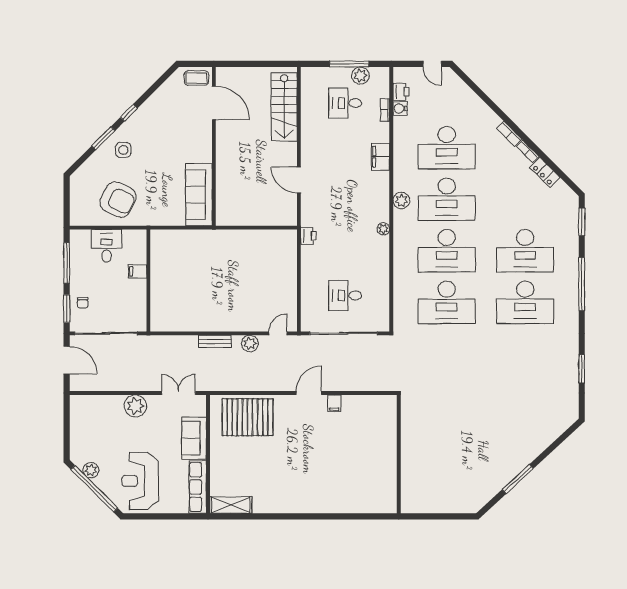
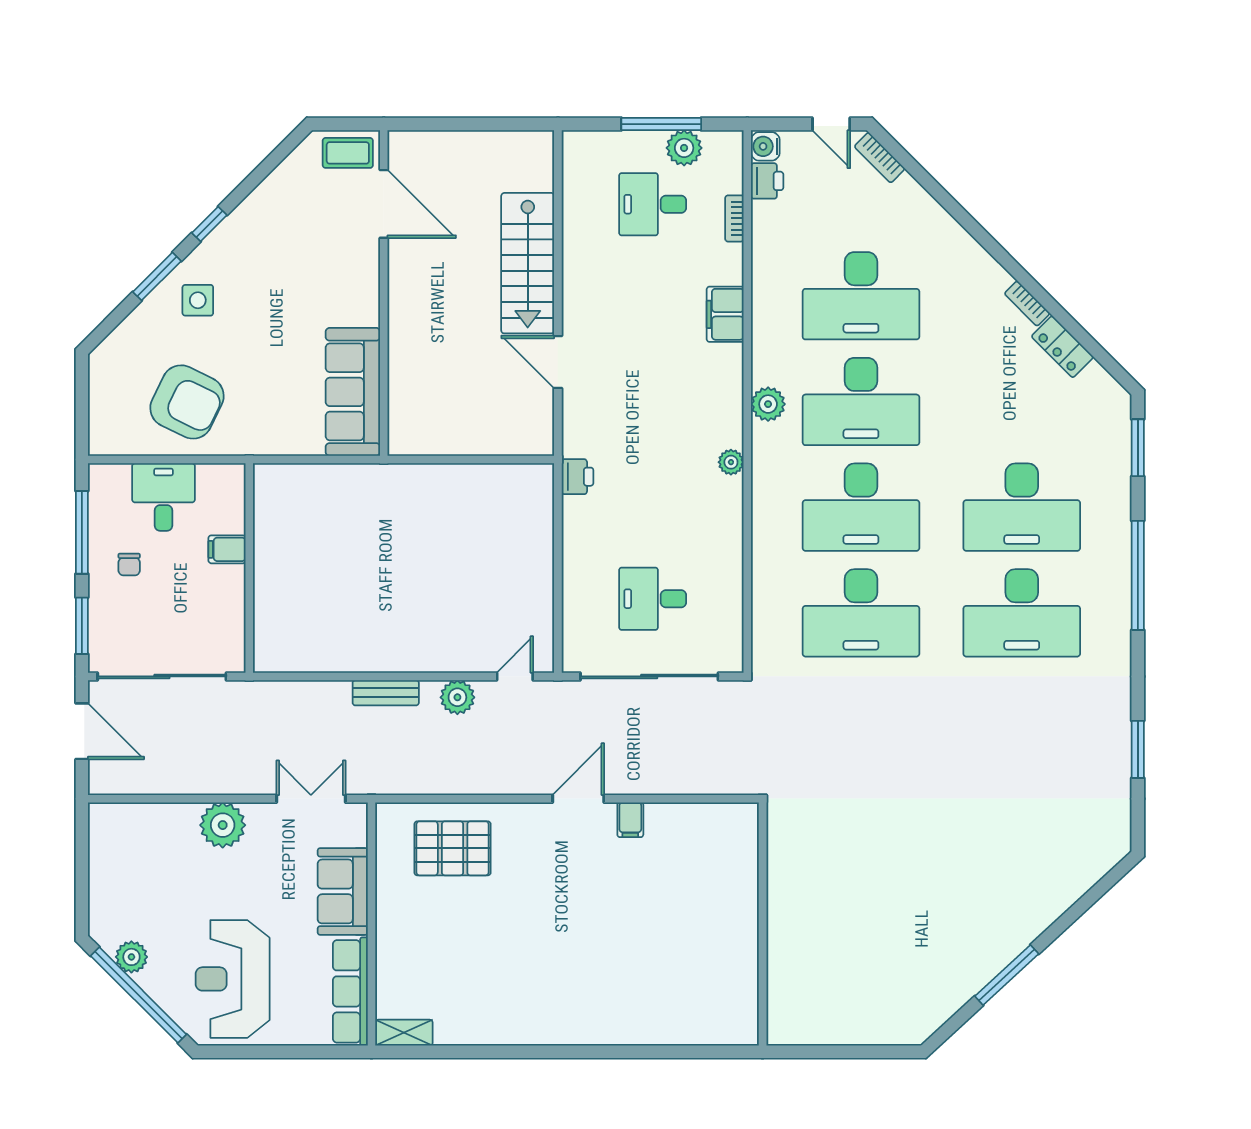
stairs: (284, 107) -> (528, 263), moved
water cooler: (400, 109) -> (765, 146), moved
bookcase: (509, 134) -> (880, 158), moved
chair: (83, 303) -> (129, 565), moved
pallet: (247, 417) -> (453, 848), width x0.73, depth x0.71
shelving: (231, 505) -> (404, 1033), width x0.67, depth x0.75

